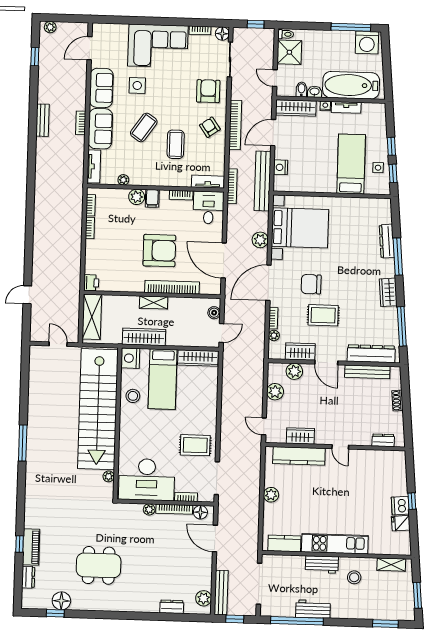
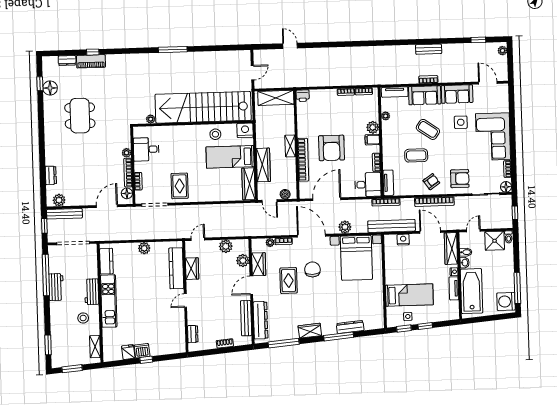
wardrobe: (144, 337) -> (263, 165), moved
desk: (147, 480) -> (146, 149), width x0.53, depth x0.77

